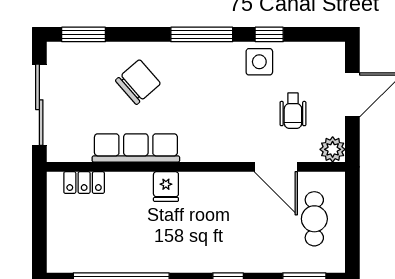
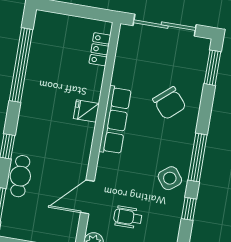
side table: (259, 62) -> (170, 178), moved, turned -37
row of seats: (136, 148) -> (115, 120), moved
cafe table: (314, 219) -> (20, 176), moved, turned 90

